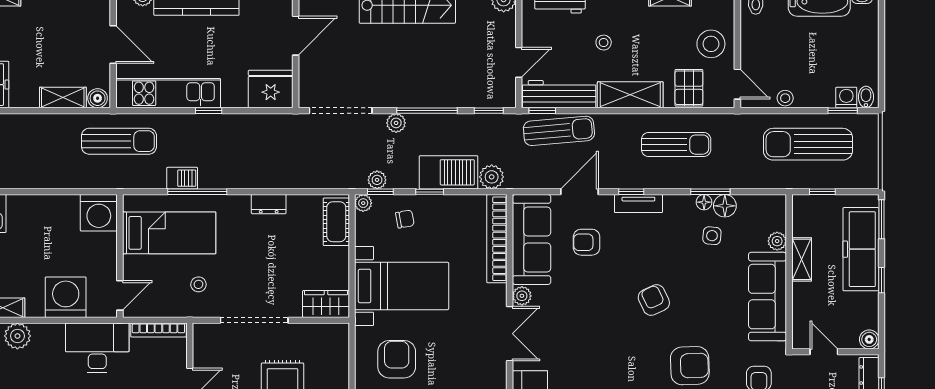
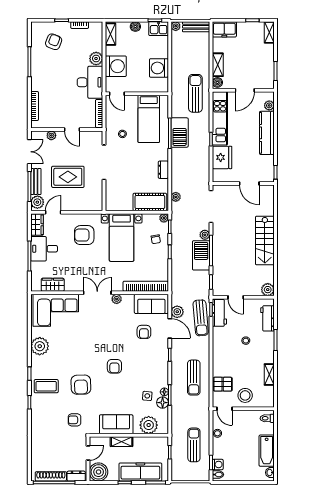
door: (737, 84) -> (225, 409), hinge flipped
fridge: (271, 89) -> (222, 157), moved
workbench: (559, 94) -> (219, 313), width x0.73
shelving: (630, 95) -> (219, 354), removed
sun lounger: (119, 141) -> (195, 93), turned 180
sun lounger: (808, 144) -> (194, 445), width x0.73, depth x0.75
barbecue: (449, 172) -> (201, 255), moved, turned 180
plant: (492, 177) -> (177, 312), moved
barbecue: (182, 178) -> (180, 133), width x1.88, depth x1.53
plant: (377, 180) -> (176, 197), moved
tv unit: (638, 204) -> (164, 358), removed
washing machine: (99, 213) -> (159, 68), moved
cot: (336, 222) -> (150, 202), width x1.37, depth x1.34
sofa: (532, 240) -> (151, 304), width x0.73
plant: (777, 241) -> (149, 425), width x1.87, depth x1.87
armchair: (587, 242) -> (144, 332), turned 180
shelving: (802, 259) -> (122, 442), moved
sofa: (768, 297) -> (116, 424), width x0.73
armchair: (654, 300) -> (114, 366), turned 115
wardrobe: (326, 304) -> (112, 199), removed
double door: (510, 334) -> (97, 293), swing flipped
plant: (17, 336) -> (96, 59), moved
boiler: (869, 339) -> (99, 472), width x1.86, depth x1.86
armchair: (397, 359) -> (84, 235), turned 180

